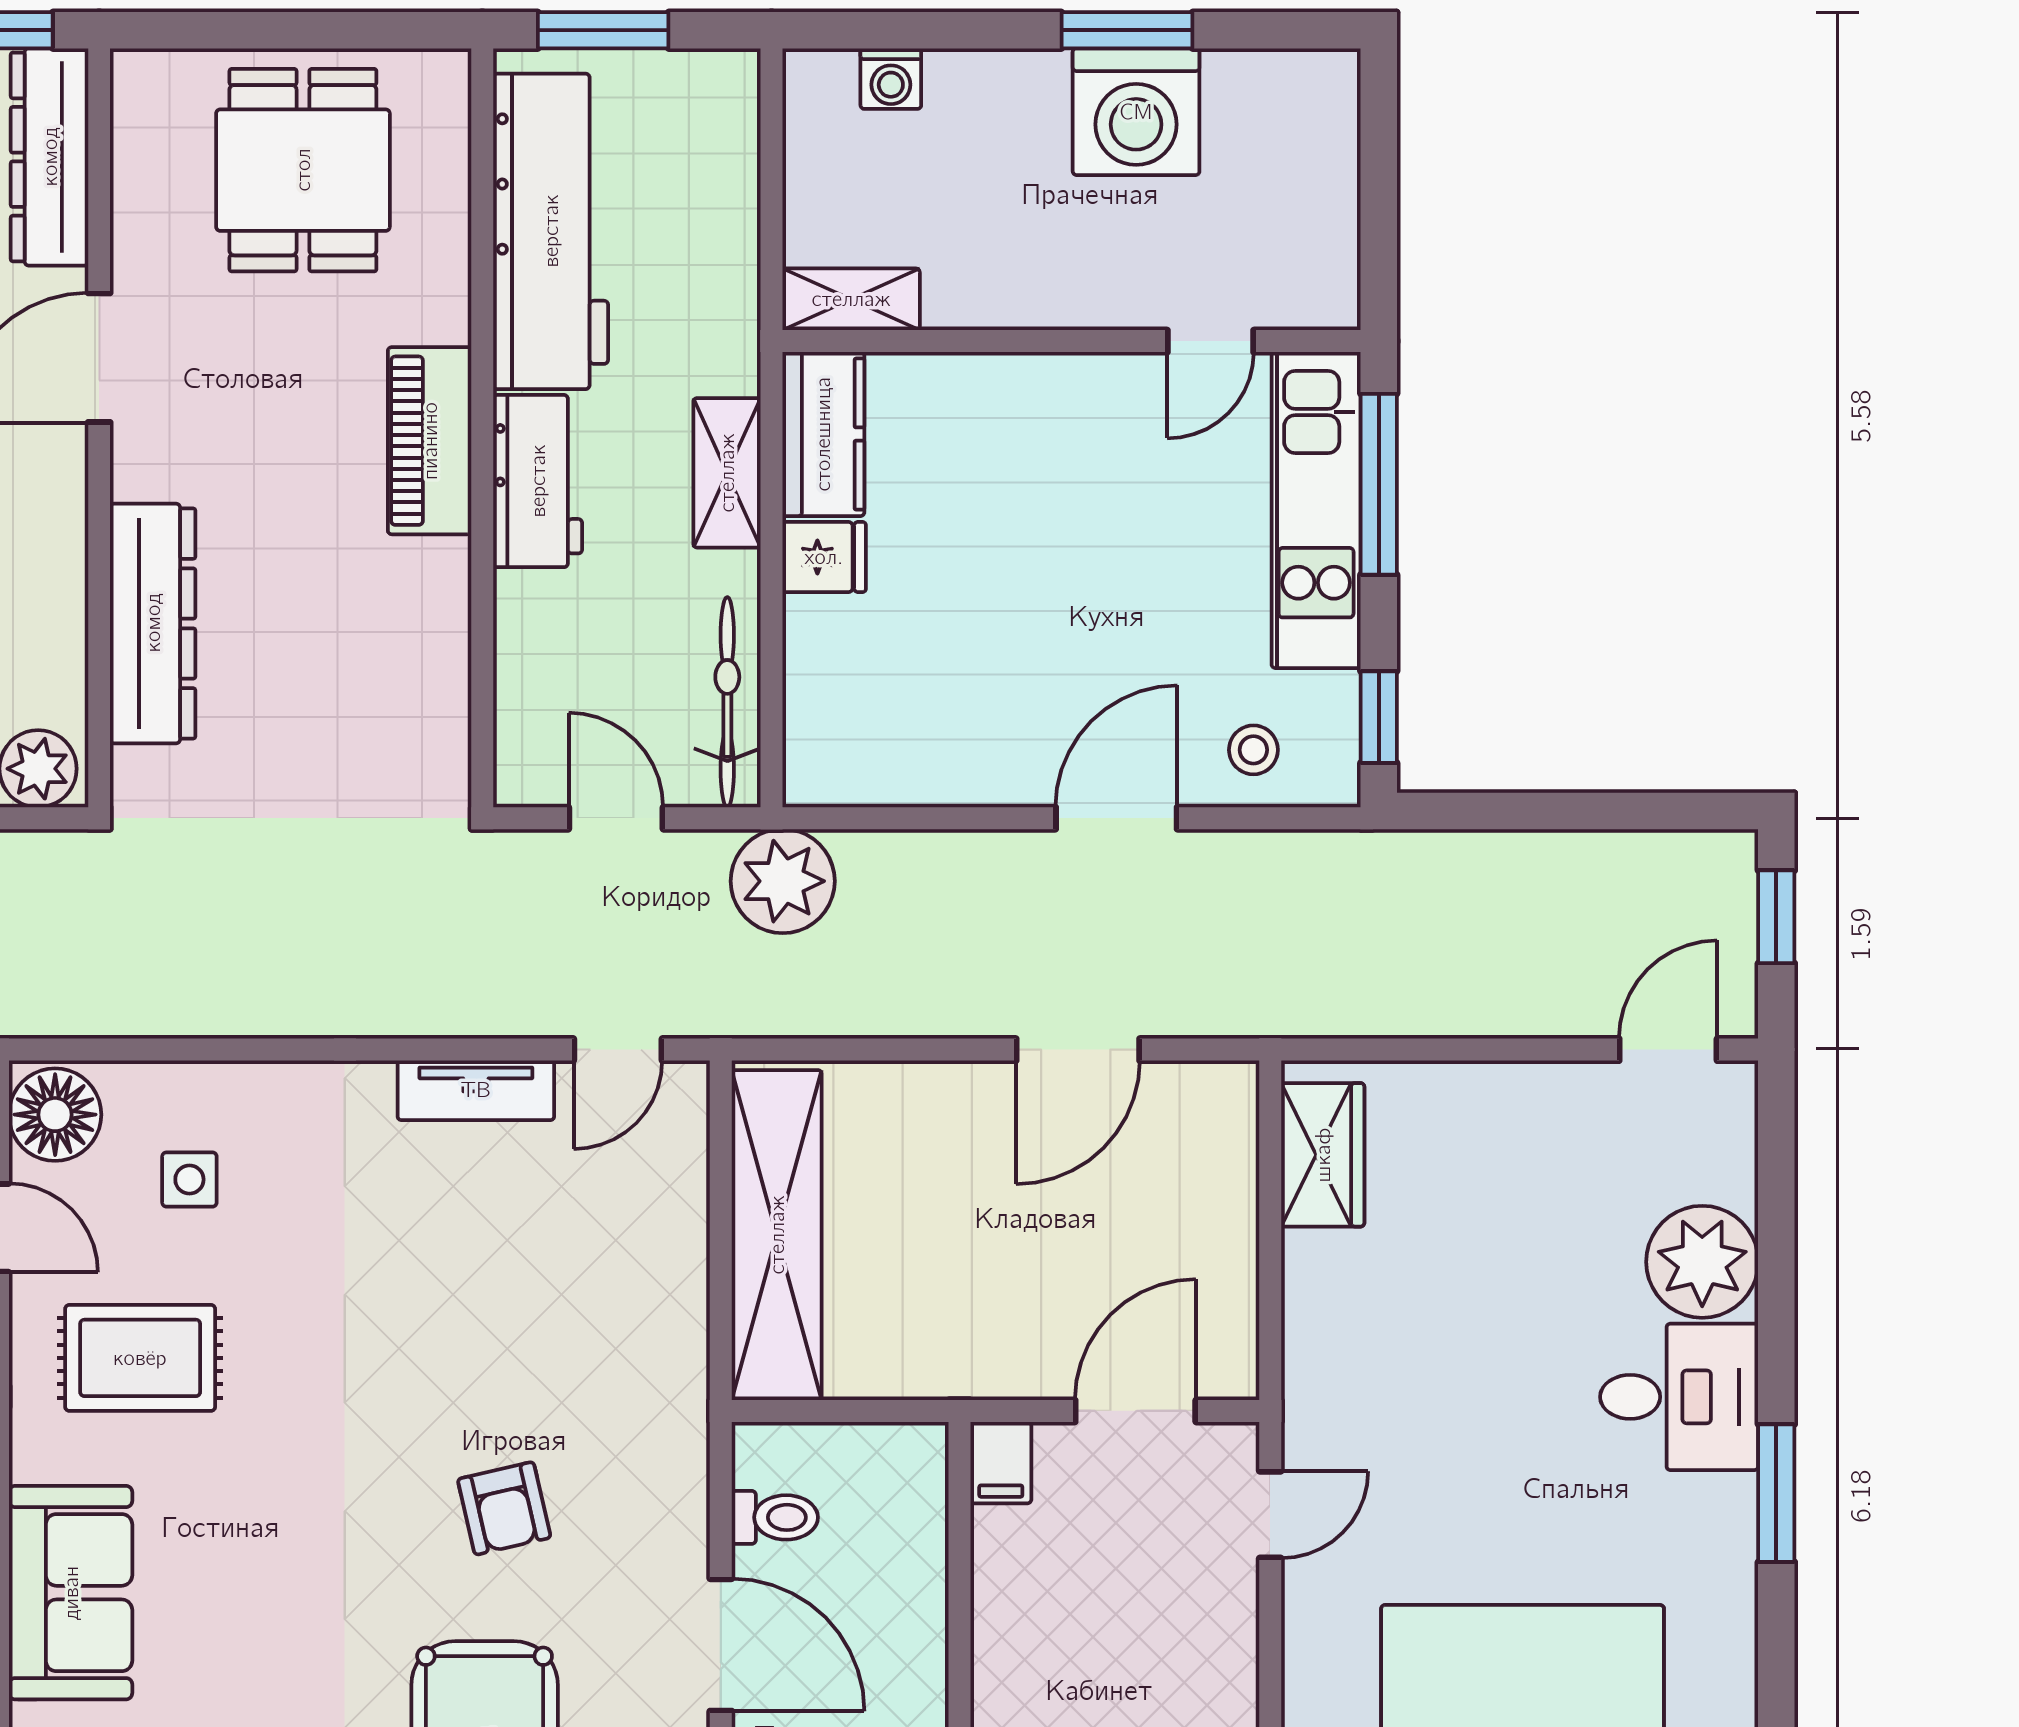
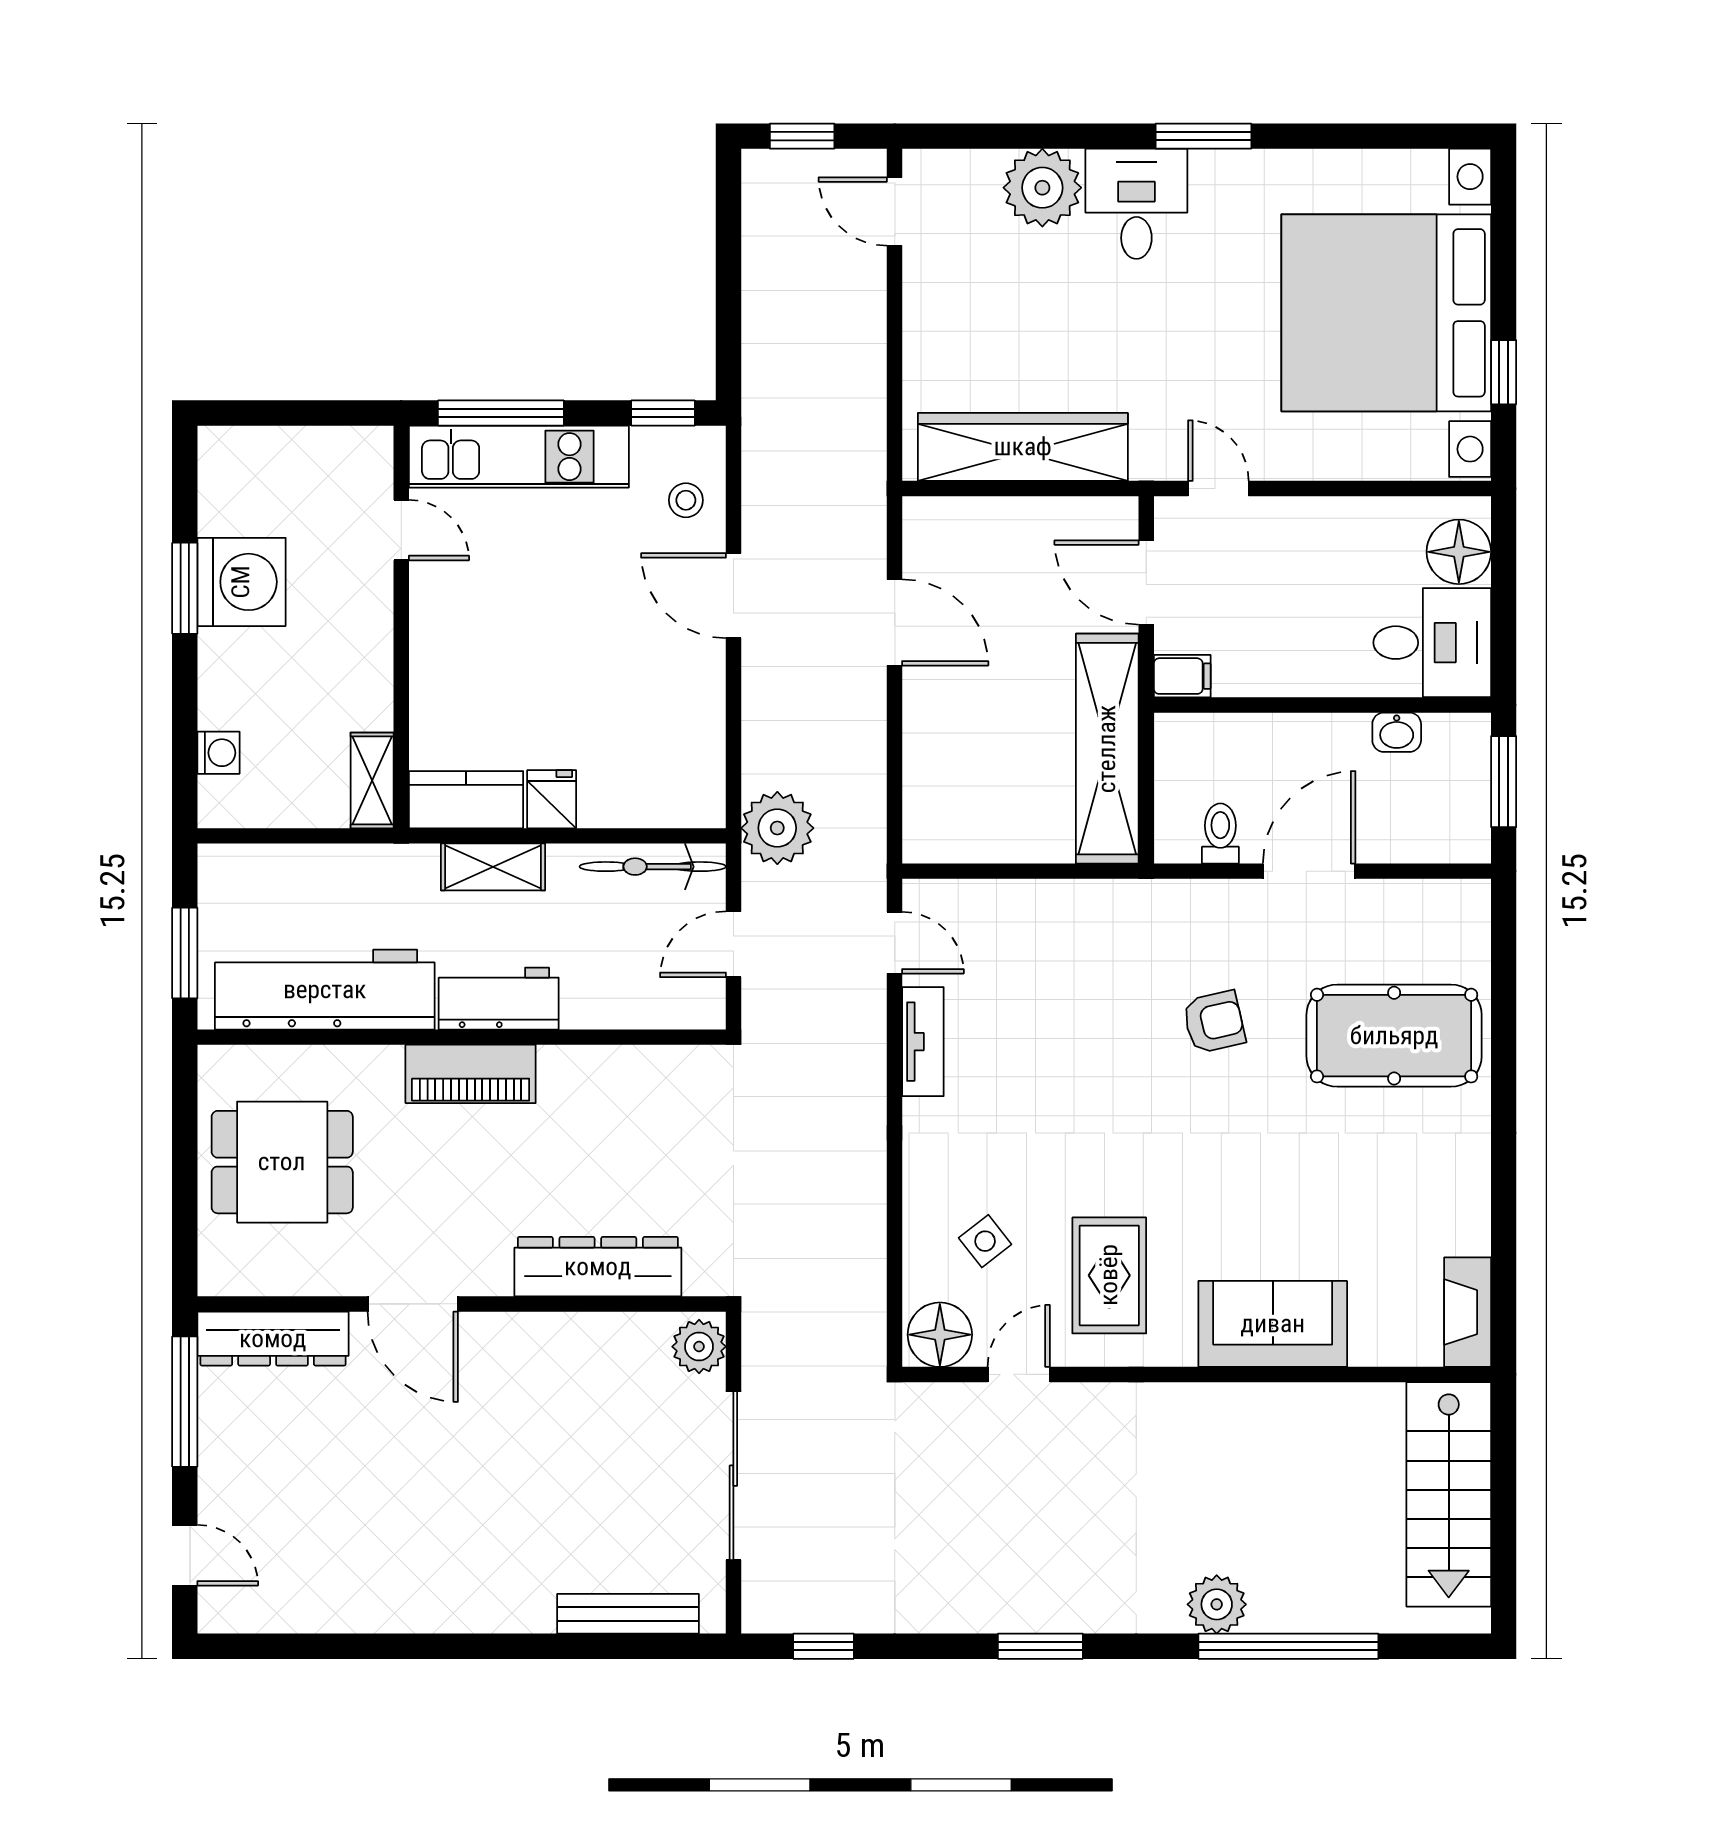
wardrobe: (1323, 1155) -> (1023, 447), width x2.10, depth x1.17
side table: (189, 1180) -> (985, 1241), turned -38
shelving: (777, 1235) -> (1107, 749), moved, turned 90

